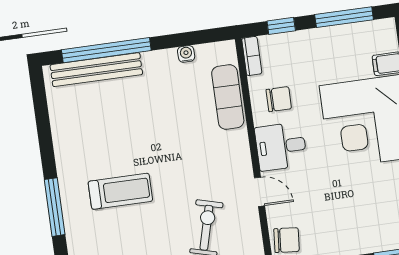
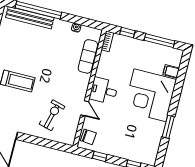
chair: (279, 99) -> (112, 67), removed

